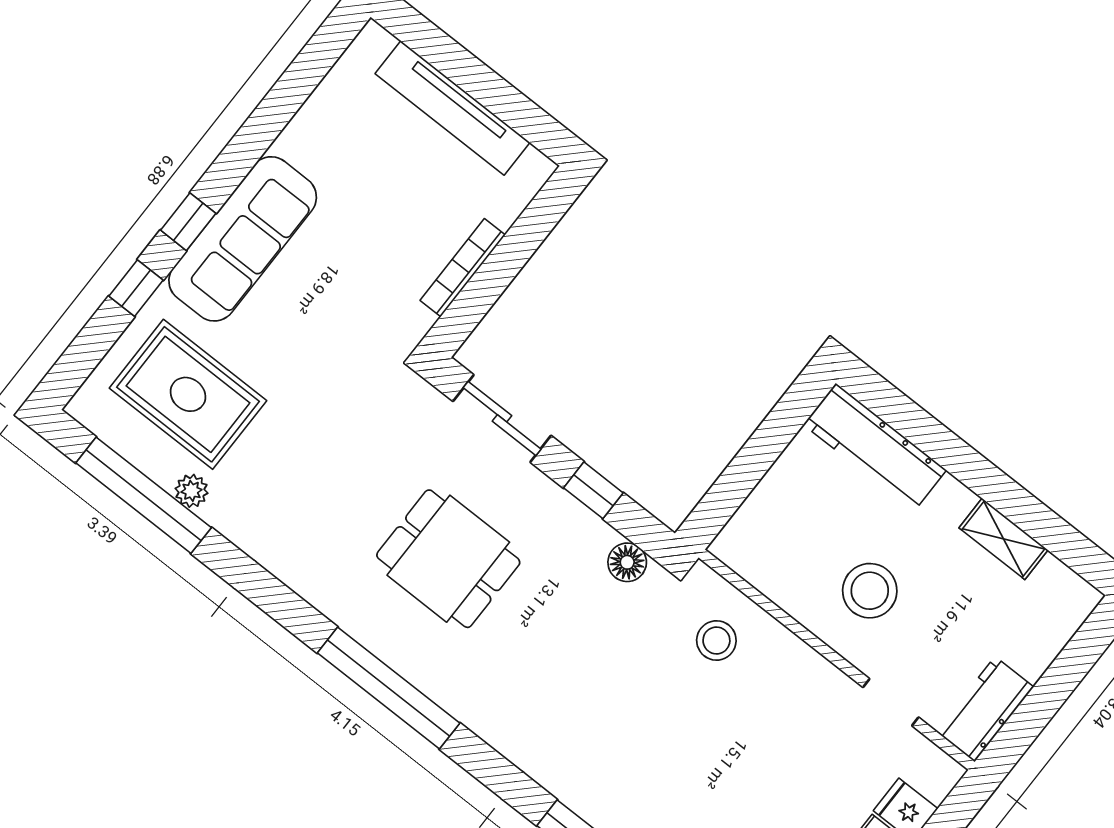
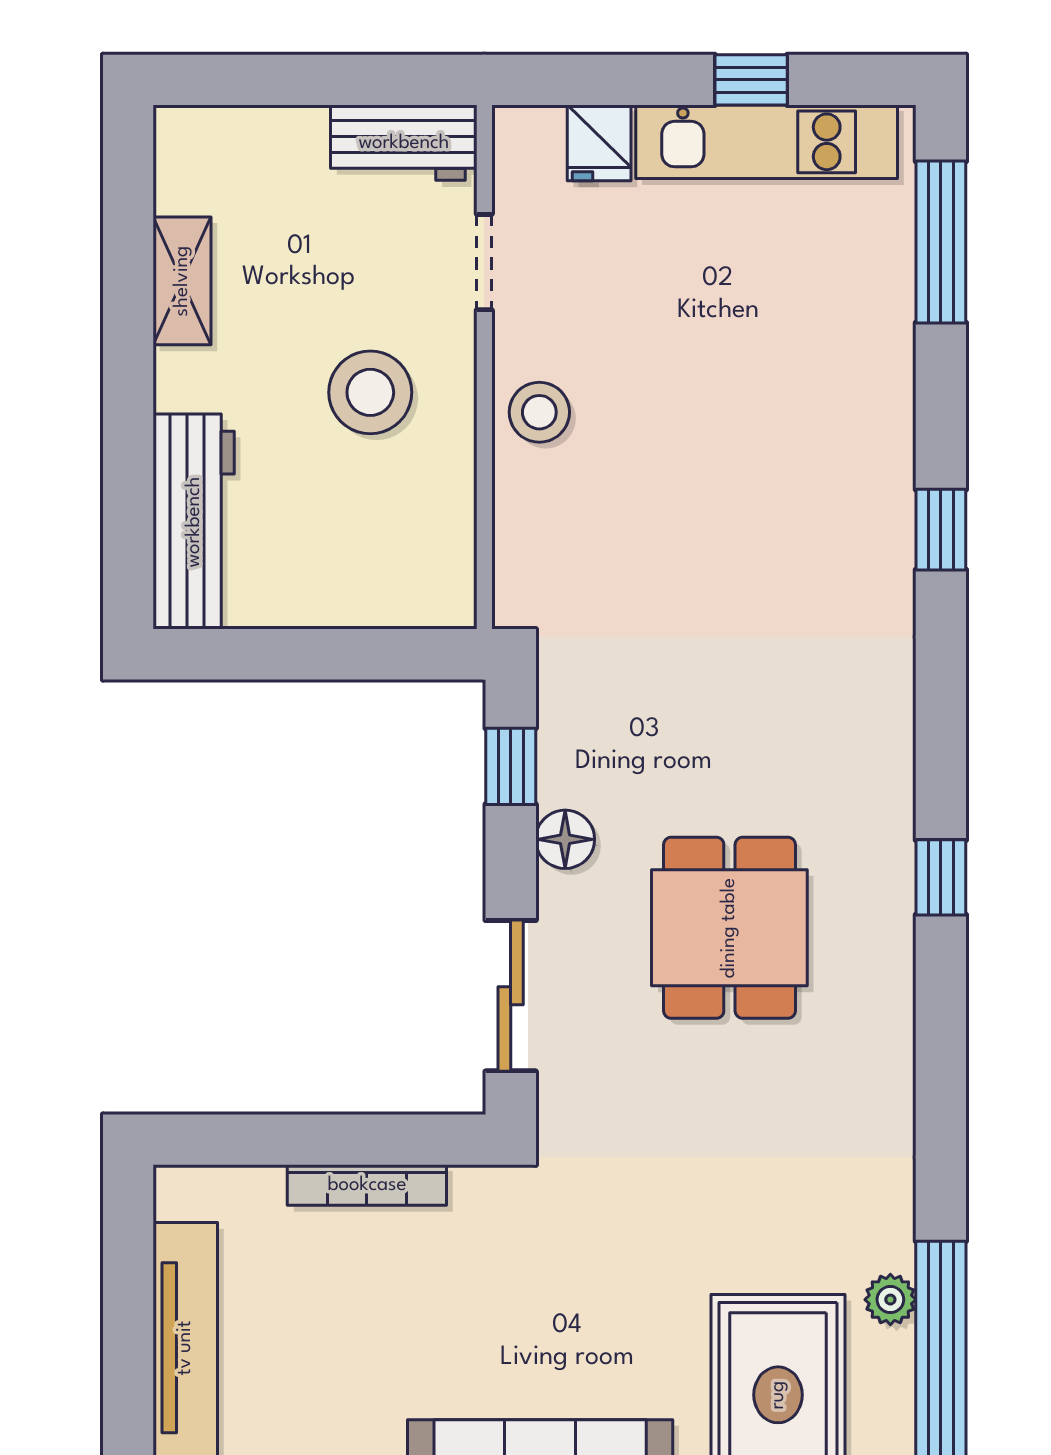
window: (593, 490) -> (511, 766), moved
floor lamp: (627, 562) -> (565, 839), moved
stool: (716, 640) -> (539, 412), moved
window: (389, 688) -> (941, 877), width x0.32

